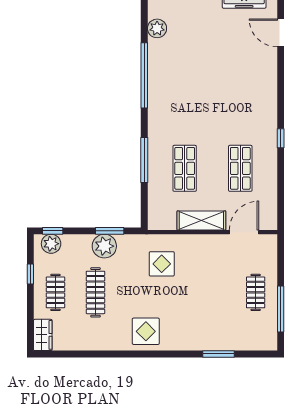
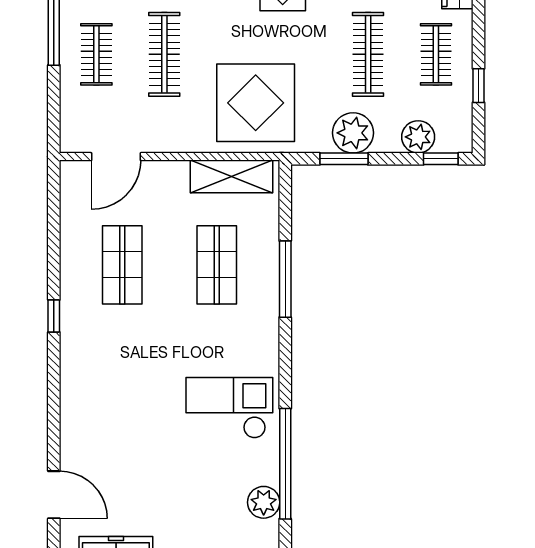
window: (144, 75) -> (285, 464), moved
checkout: (177, 84) -> (229, 408), added
shelving: (201, 220) -> (232, 176), moved
plant: (51, 244) -> (418, 137), moved
display table: (162, 264) -> (256, 103), width x1.86, depth x1.86
clothes rail: (216, 292) -> (164, 54), added

